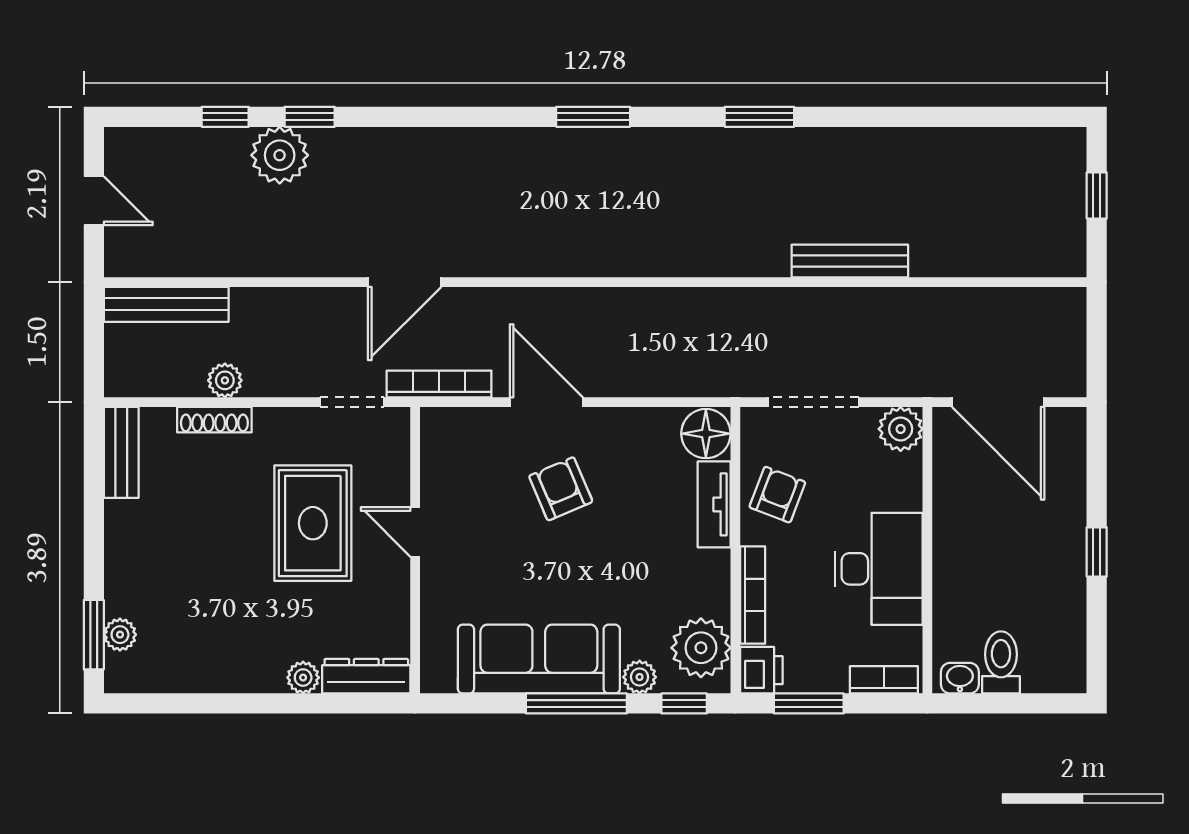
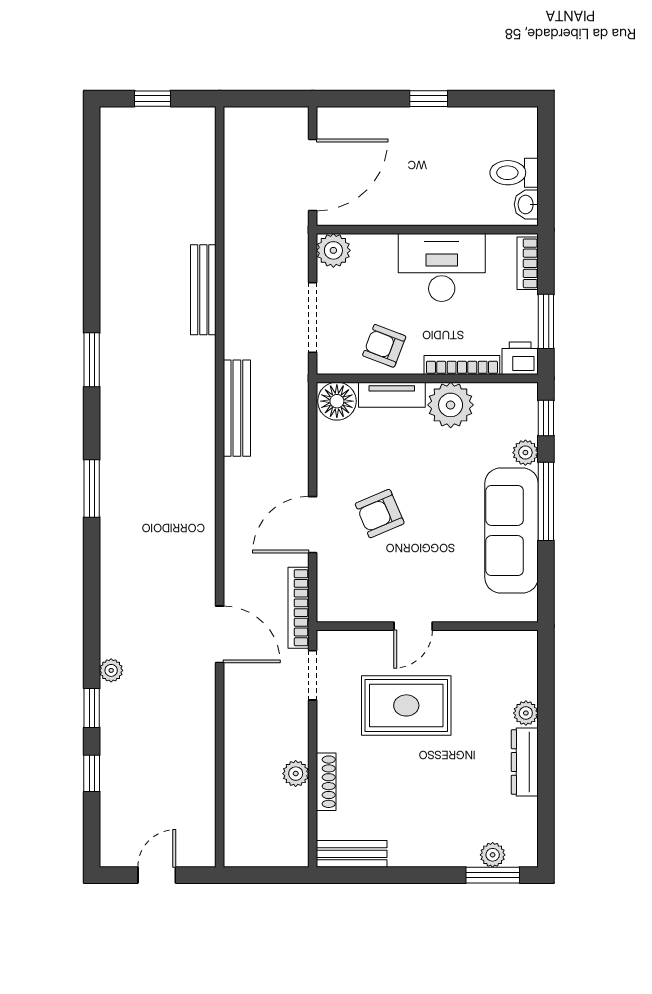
plant: (280, 155) -> (111, 670), moved, width x0.53, depth x0.53
bench: (166, 304) -> (237, 408), moved
plant: (701, 648) -> (451, 405), moved
dresser: (366, 676) -> (525, 762), moved

